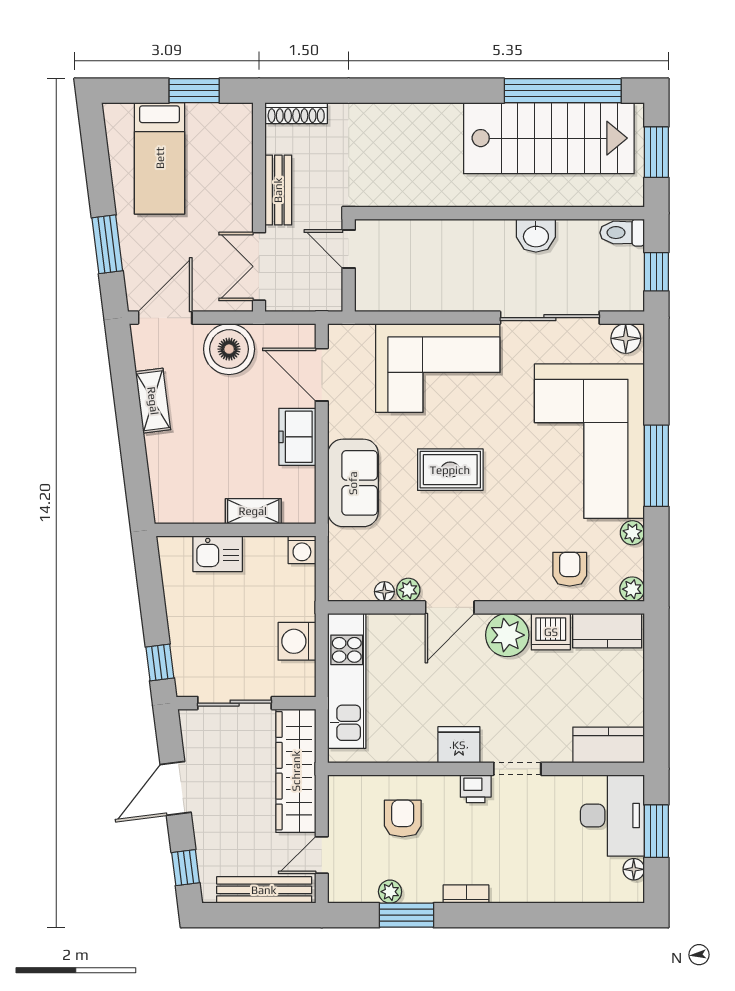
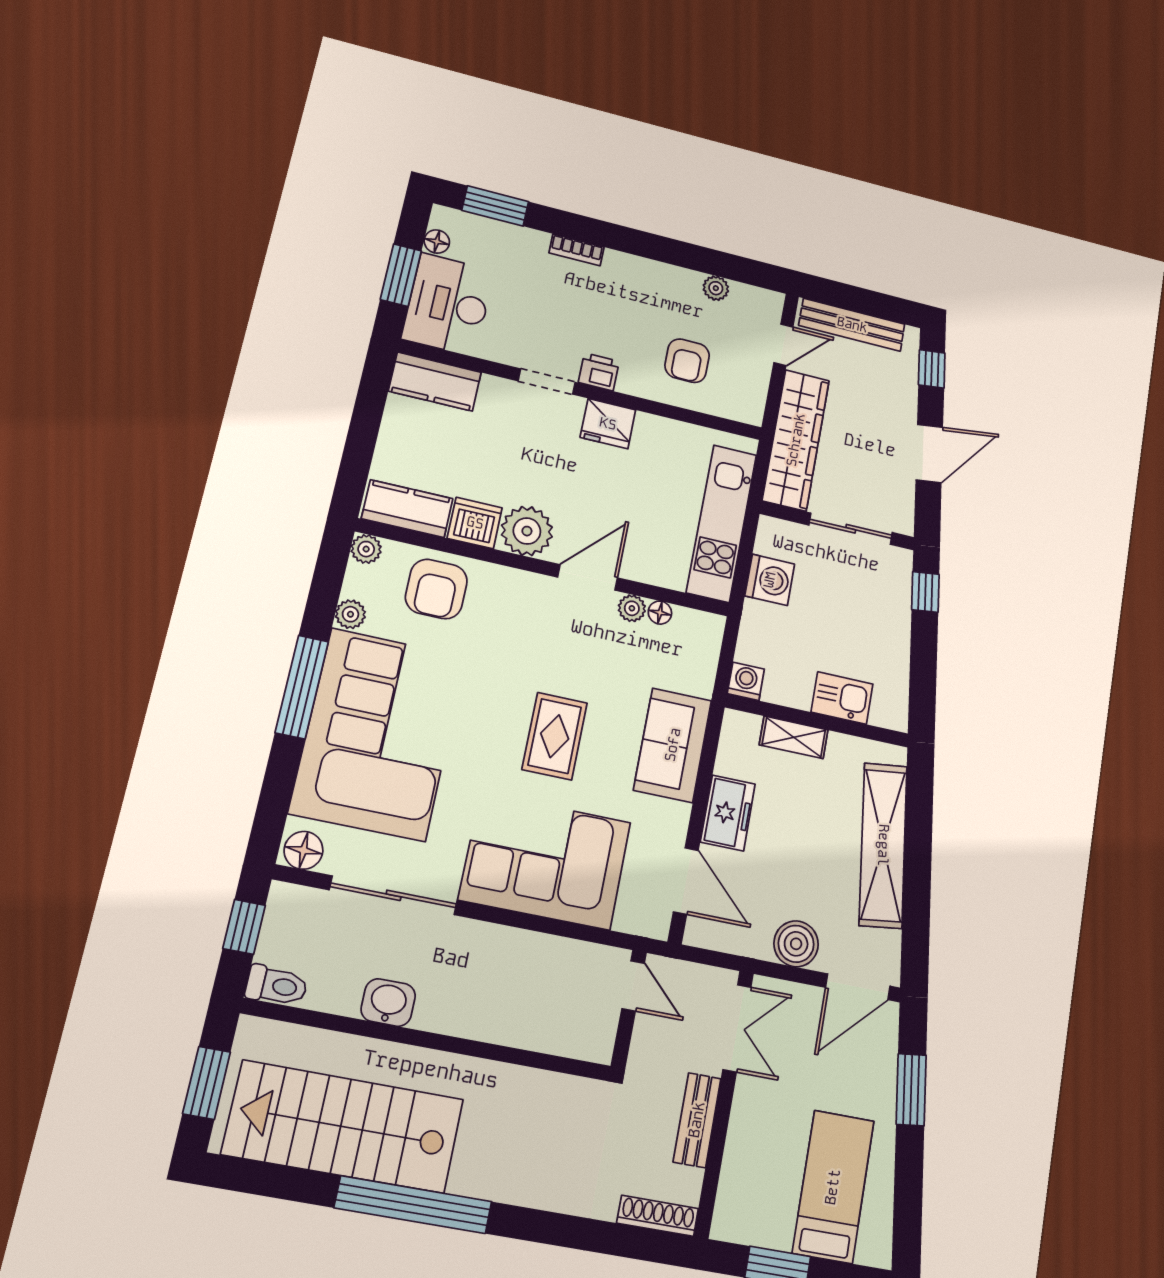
window: (563, 91) -> (413, 1205), moved
door: (349, 249) -> (633, 986), moved
boiler: (229, 349) -> (796, 944), width x0.73, depth x0.73
shelving: (153, 401) -> (883, 845), width x2.20, depth x1.33
rug: (450, 470) -> (555, 736), turned 90
armchair: (570, 569) -> (436, 589), width x1.38, depth x1.38
bookcase: (466, 894) -> (577, 250), moved
window: (406, 915) -> (495, 206), moved

